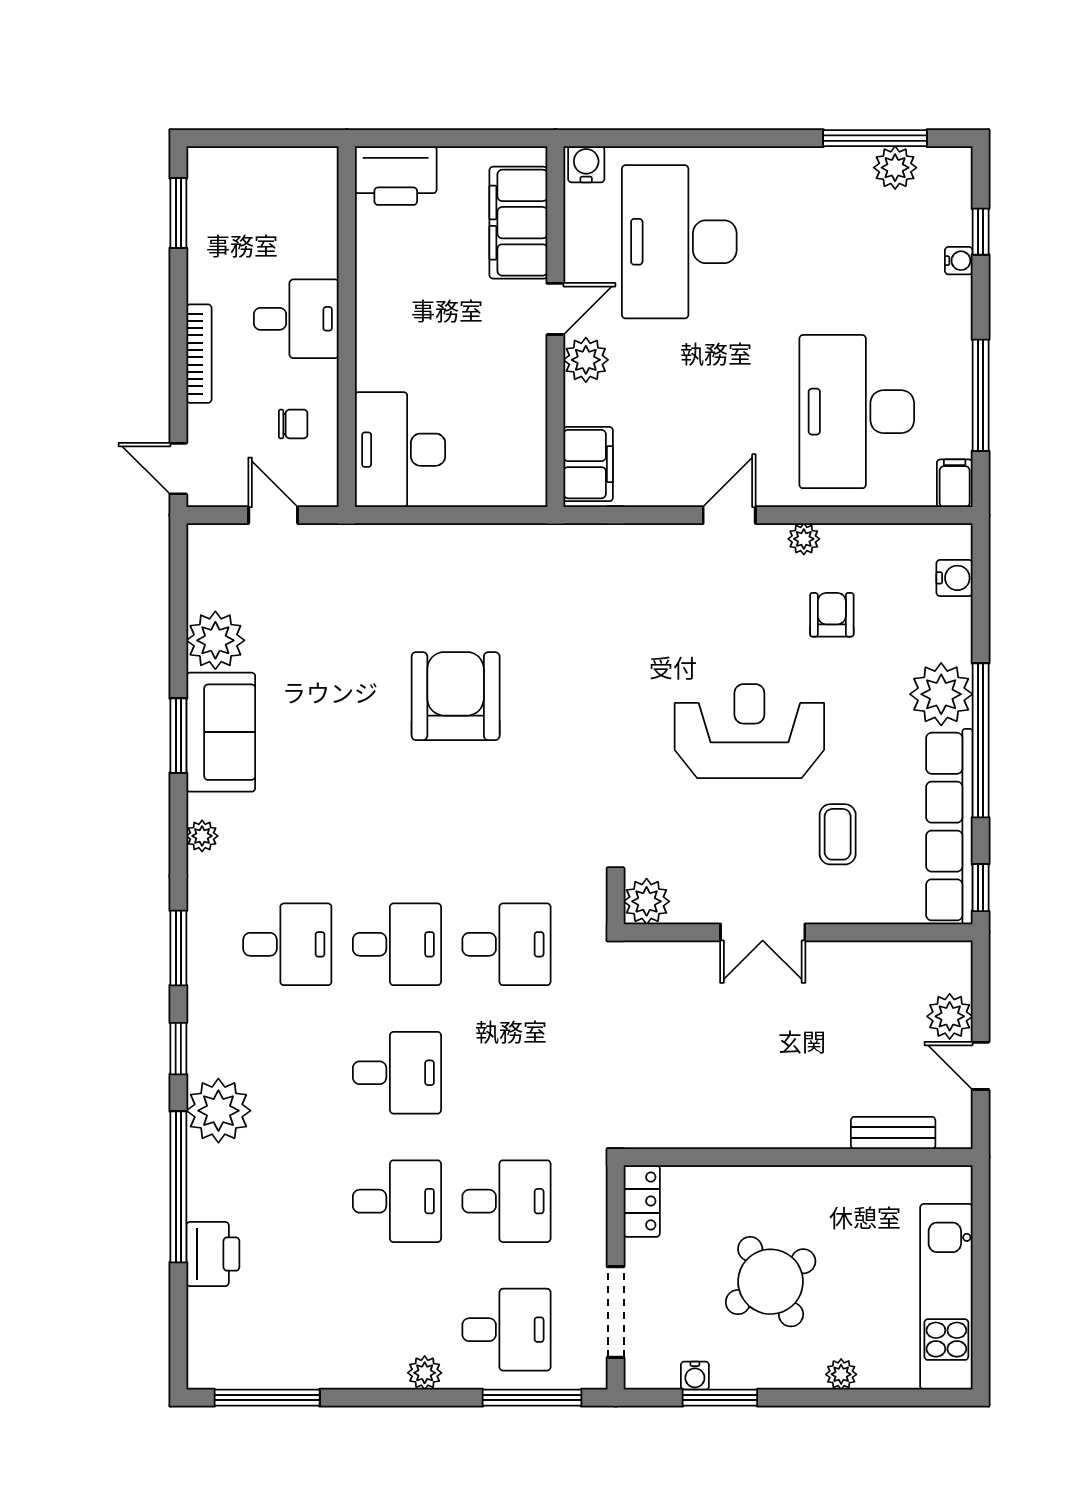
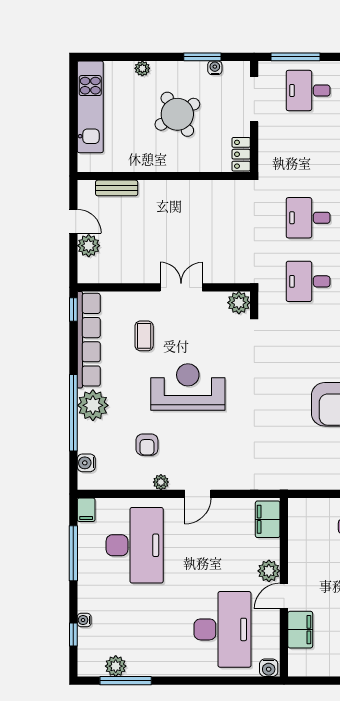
filing cabinet: (518, 223) -> (300, 630), width x0.67, depth x0.86
reception desk: (749, 731) -> (188, 387), turned 180
window: (981, 740) -> (73, 413), moved
desk: (506, 1201) -> (308, 218), moved

